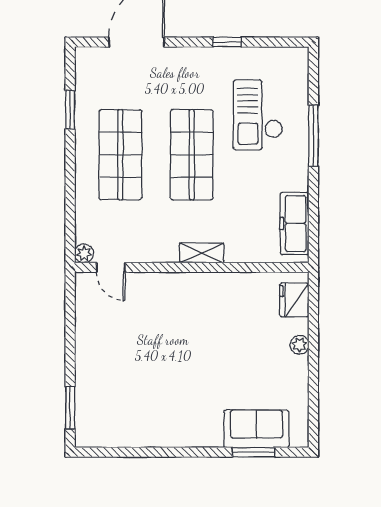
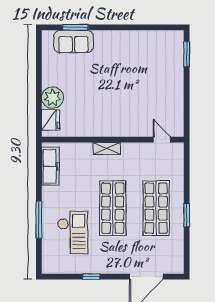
window: (70, 110) -> (187, 215), moved
plant: (84, 253) -> (178, 148), removed
plant: (299, 345) -> (52, 98), width x1.88, depth x1.88

